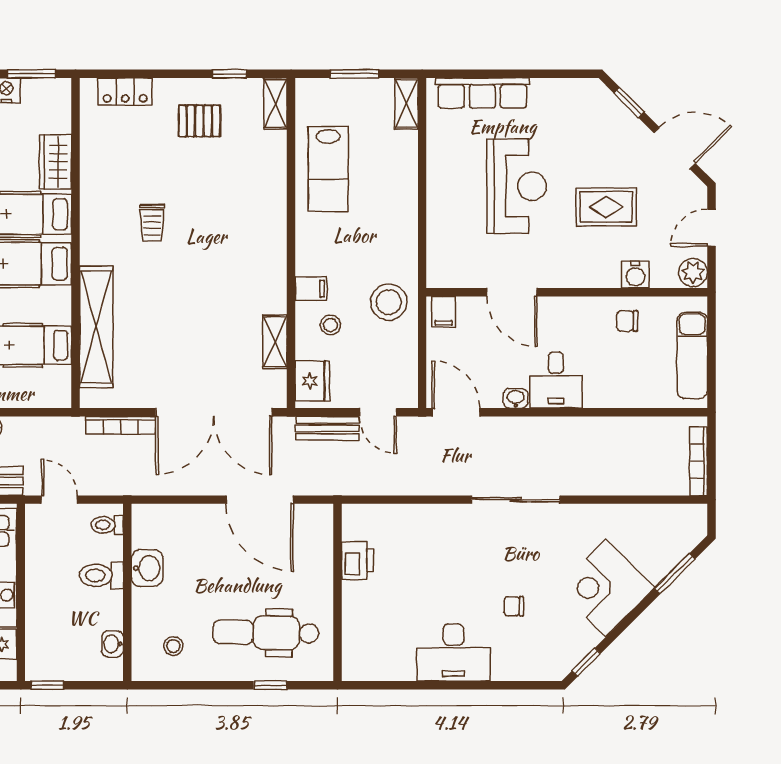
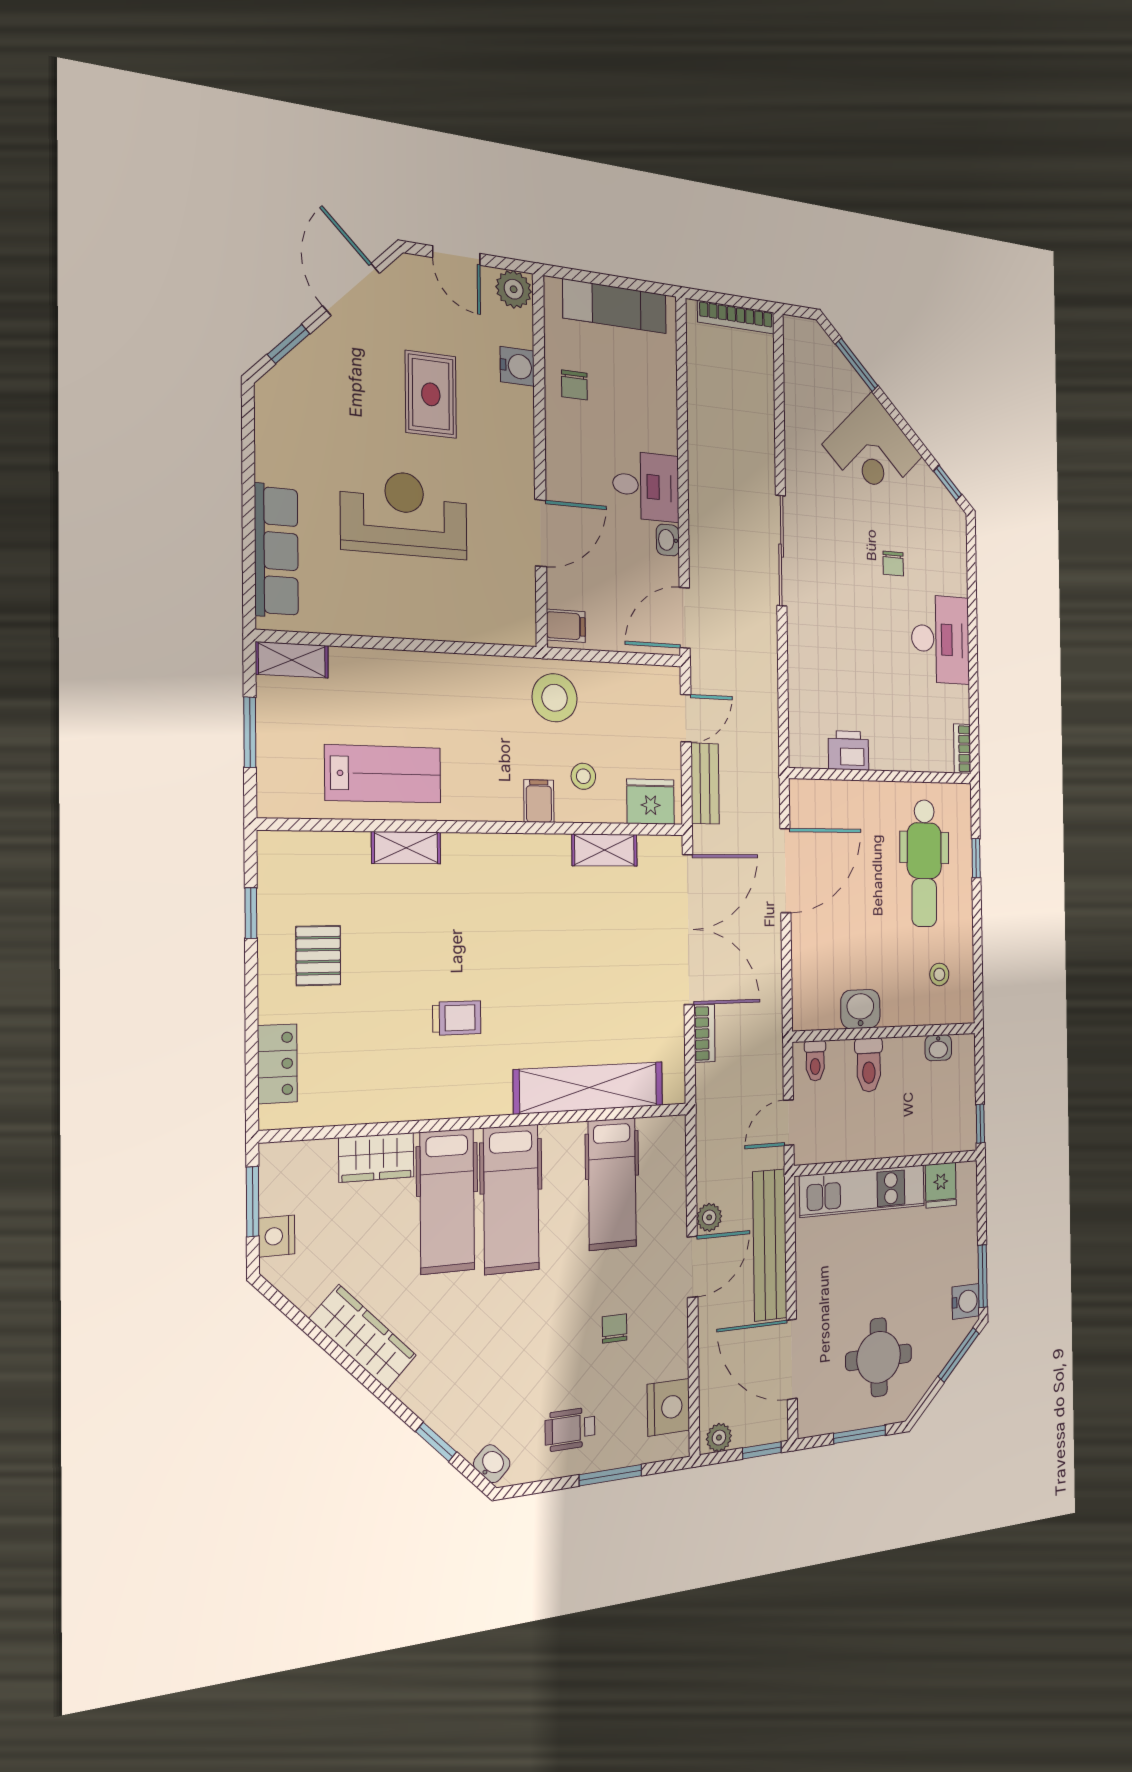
shelving: (275, 104) -> (406, 848), moved
bookcase: (121, 425) -> (705, 1033), width x0.64
bookcase: (362, 673) -> (962, 749), added

